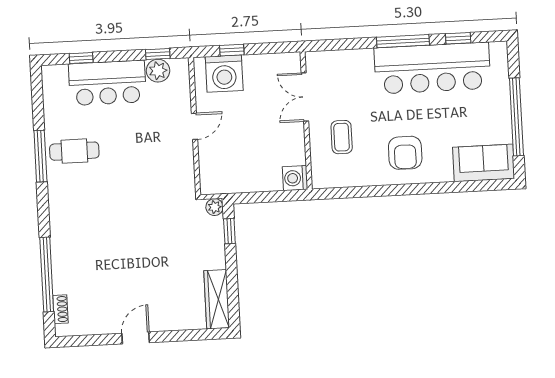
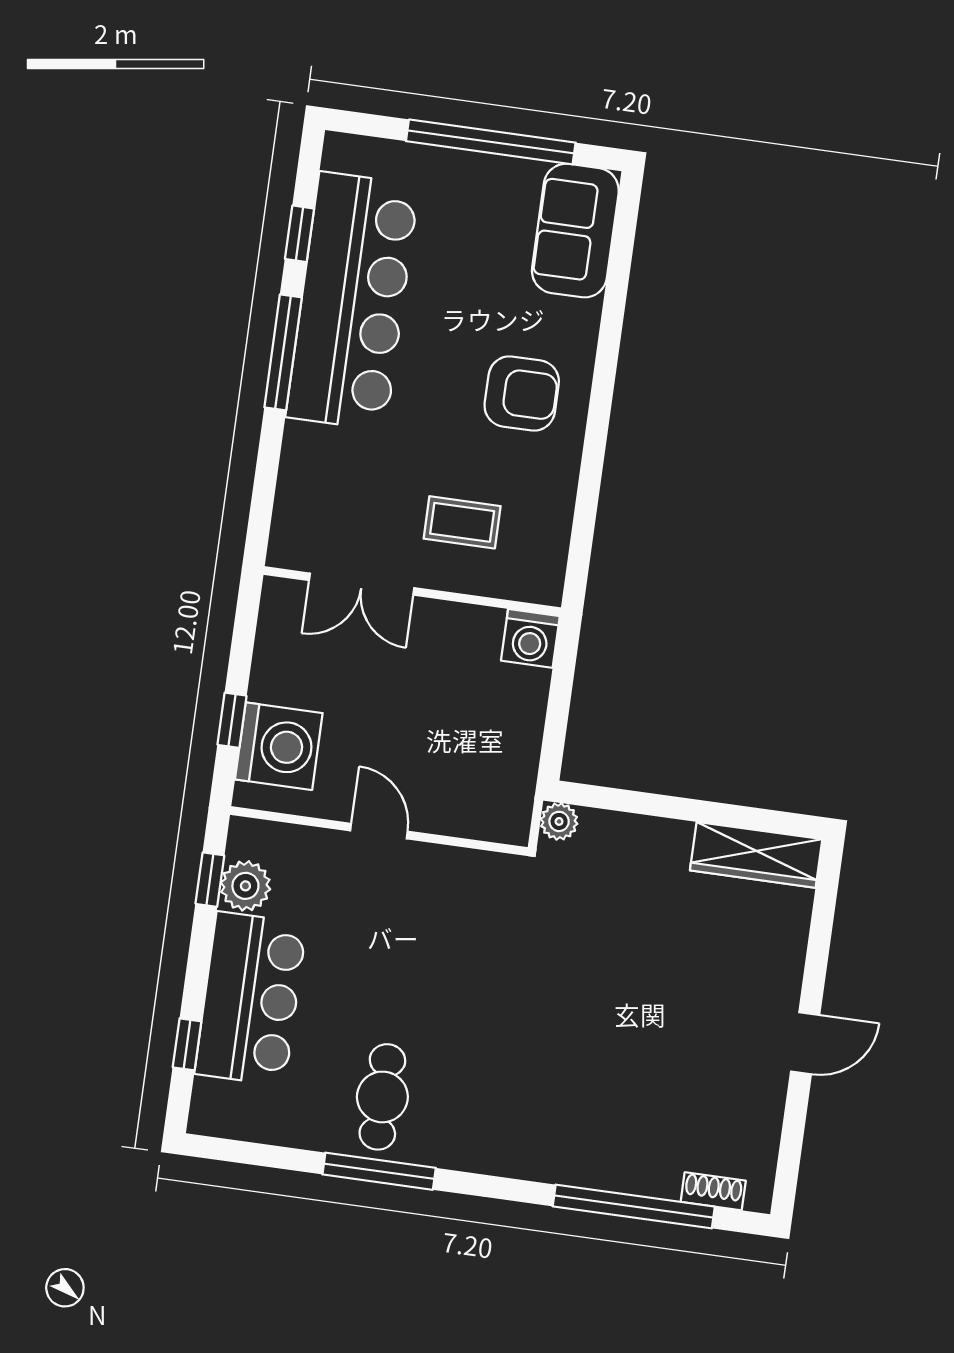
window: (229, 231) -> (616, 800), removed
door: (136, 338) -> (805, 1043), swing flipped

